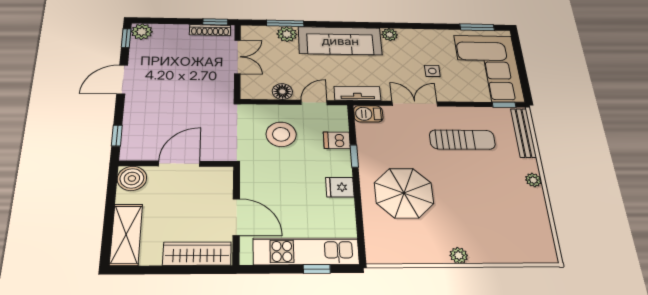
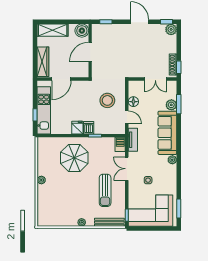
double door: (415, 104) -> (127, 169), swing flipped
dishwasher: (337, 140) -> (89, 128), moved
door: (179, 164) -> (90, 52), swing flipped

